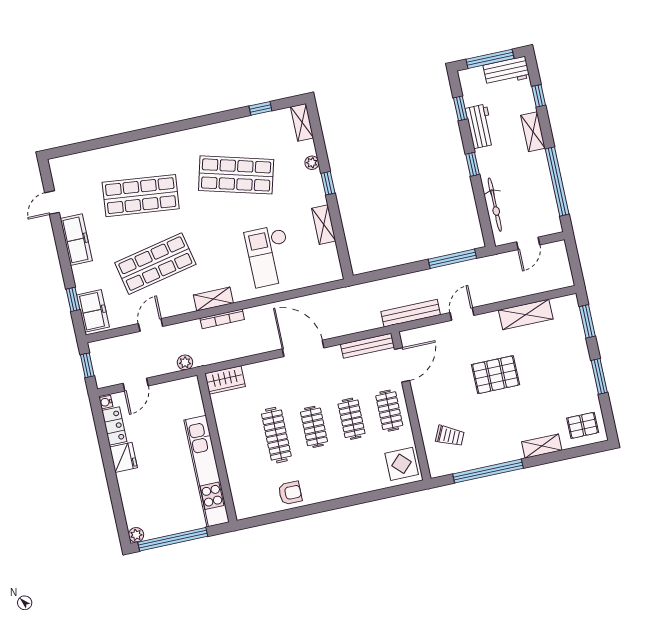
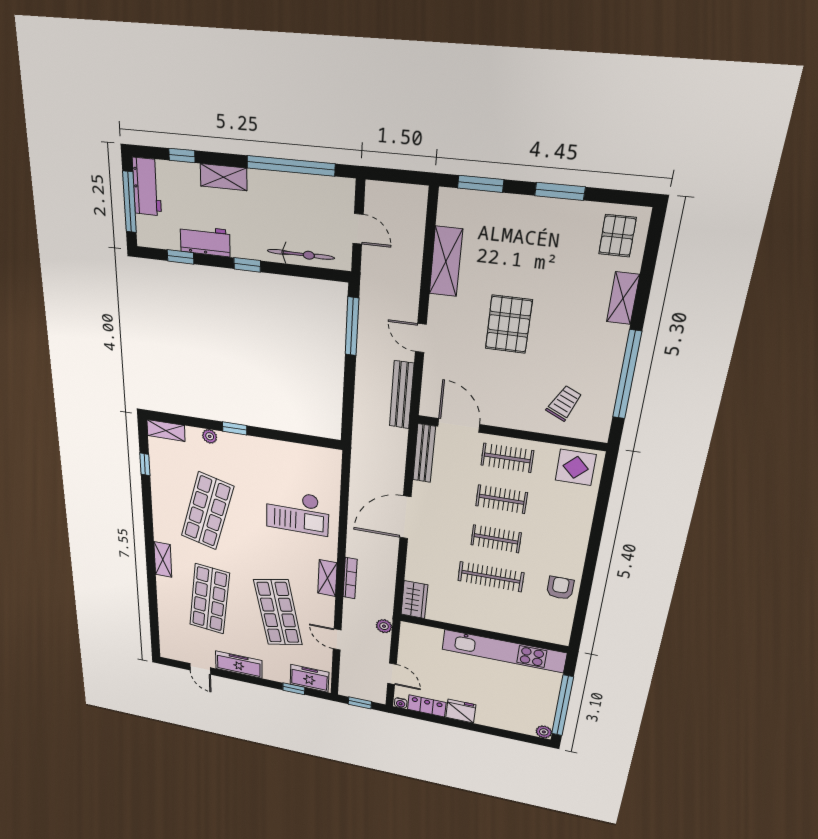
shelving: (324, 225) -> (163, 560), moved, turned 90

